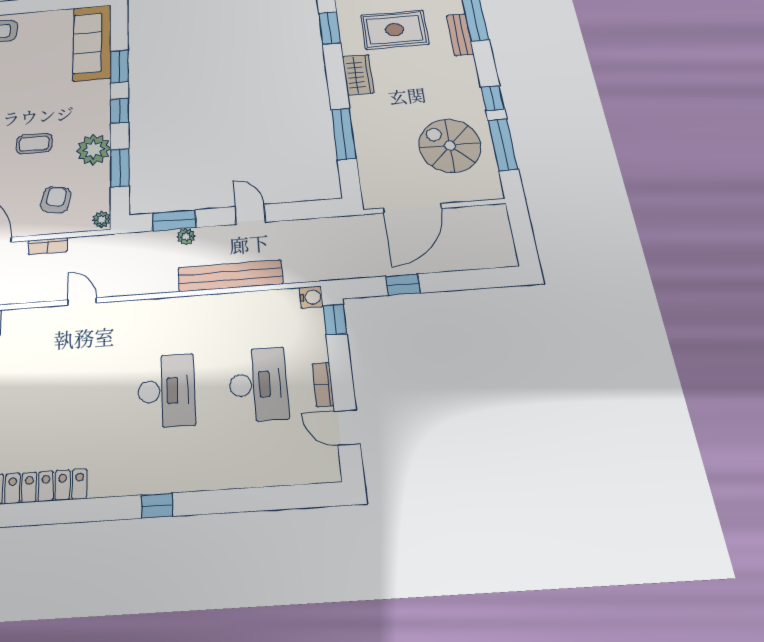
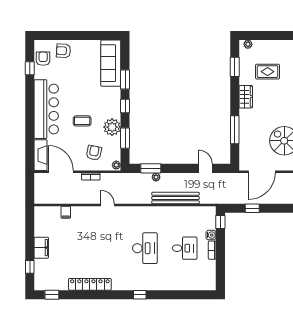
rug: (395, 30) -> (268, 72), width x0.73, depth x0.70
door: (250, 214) -> (205, 168), moved
water cooler: (311, 297) -> (211, 235), moved
desk: (258, 384) -> (185, 248), width x0.73
door: (347, 428) -> (220, 269), removed

